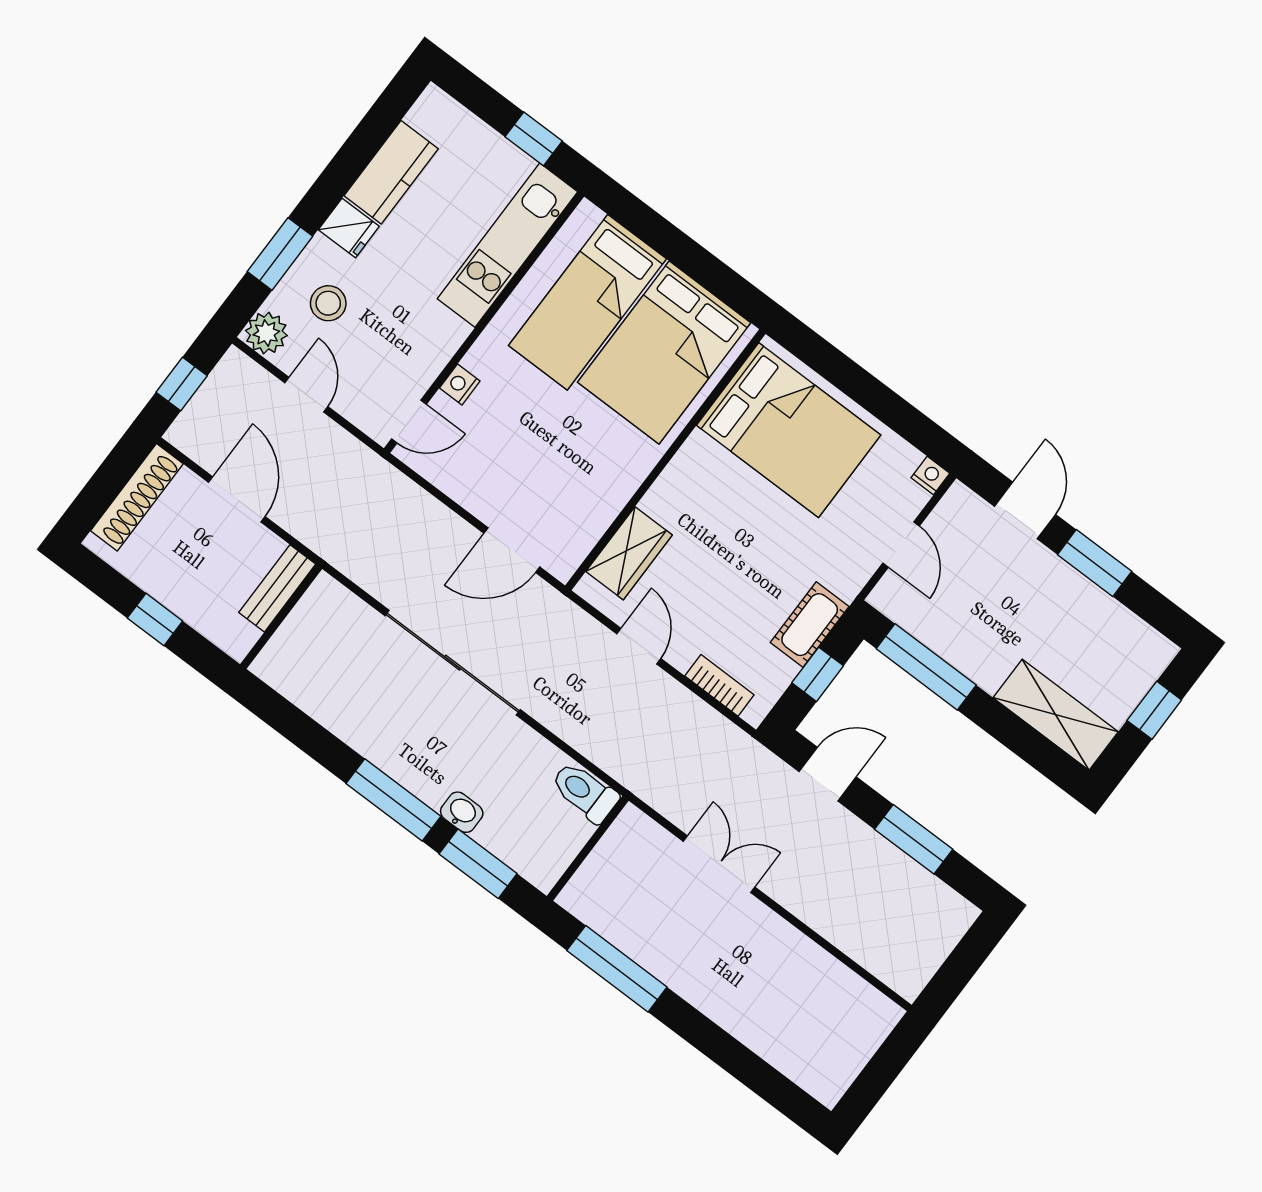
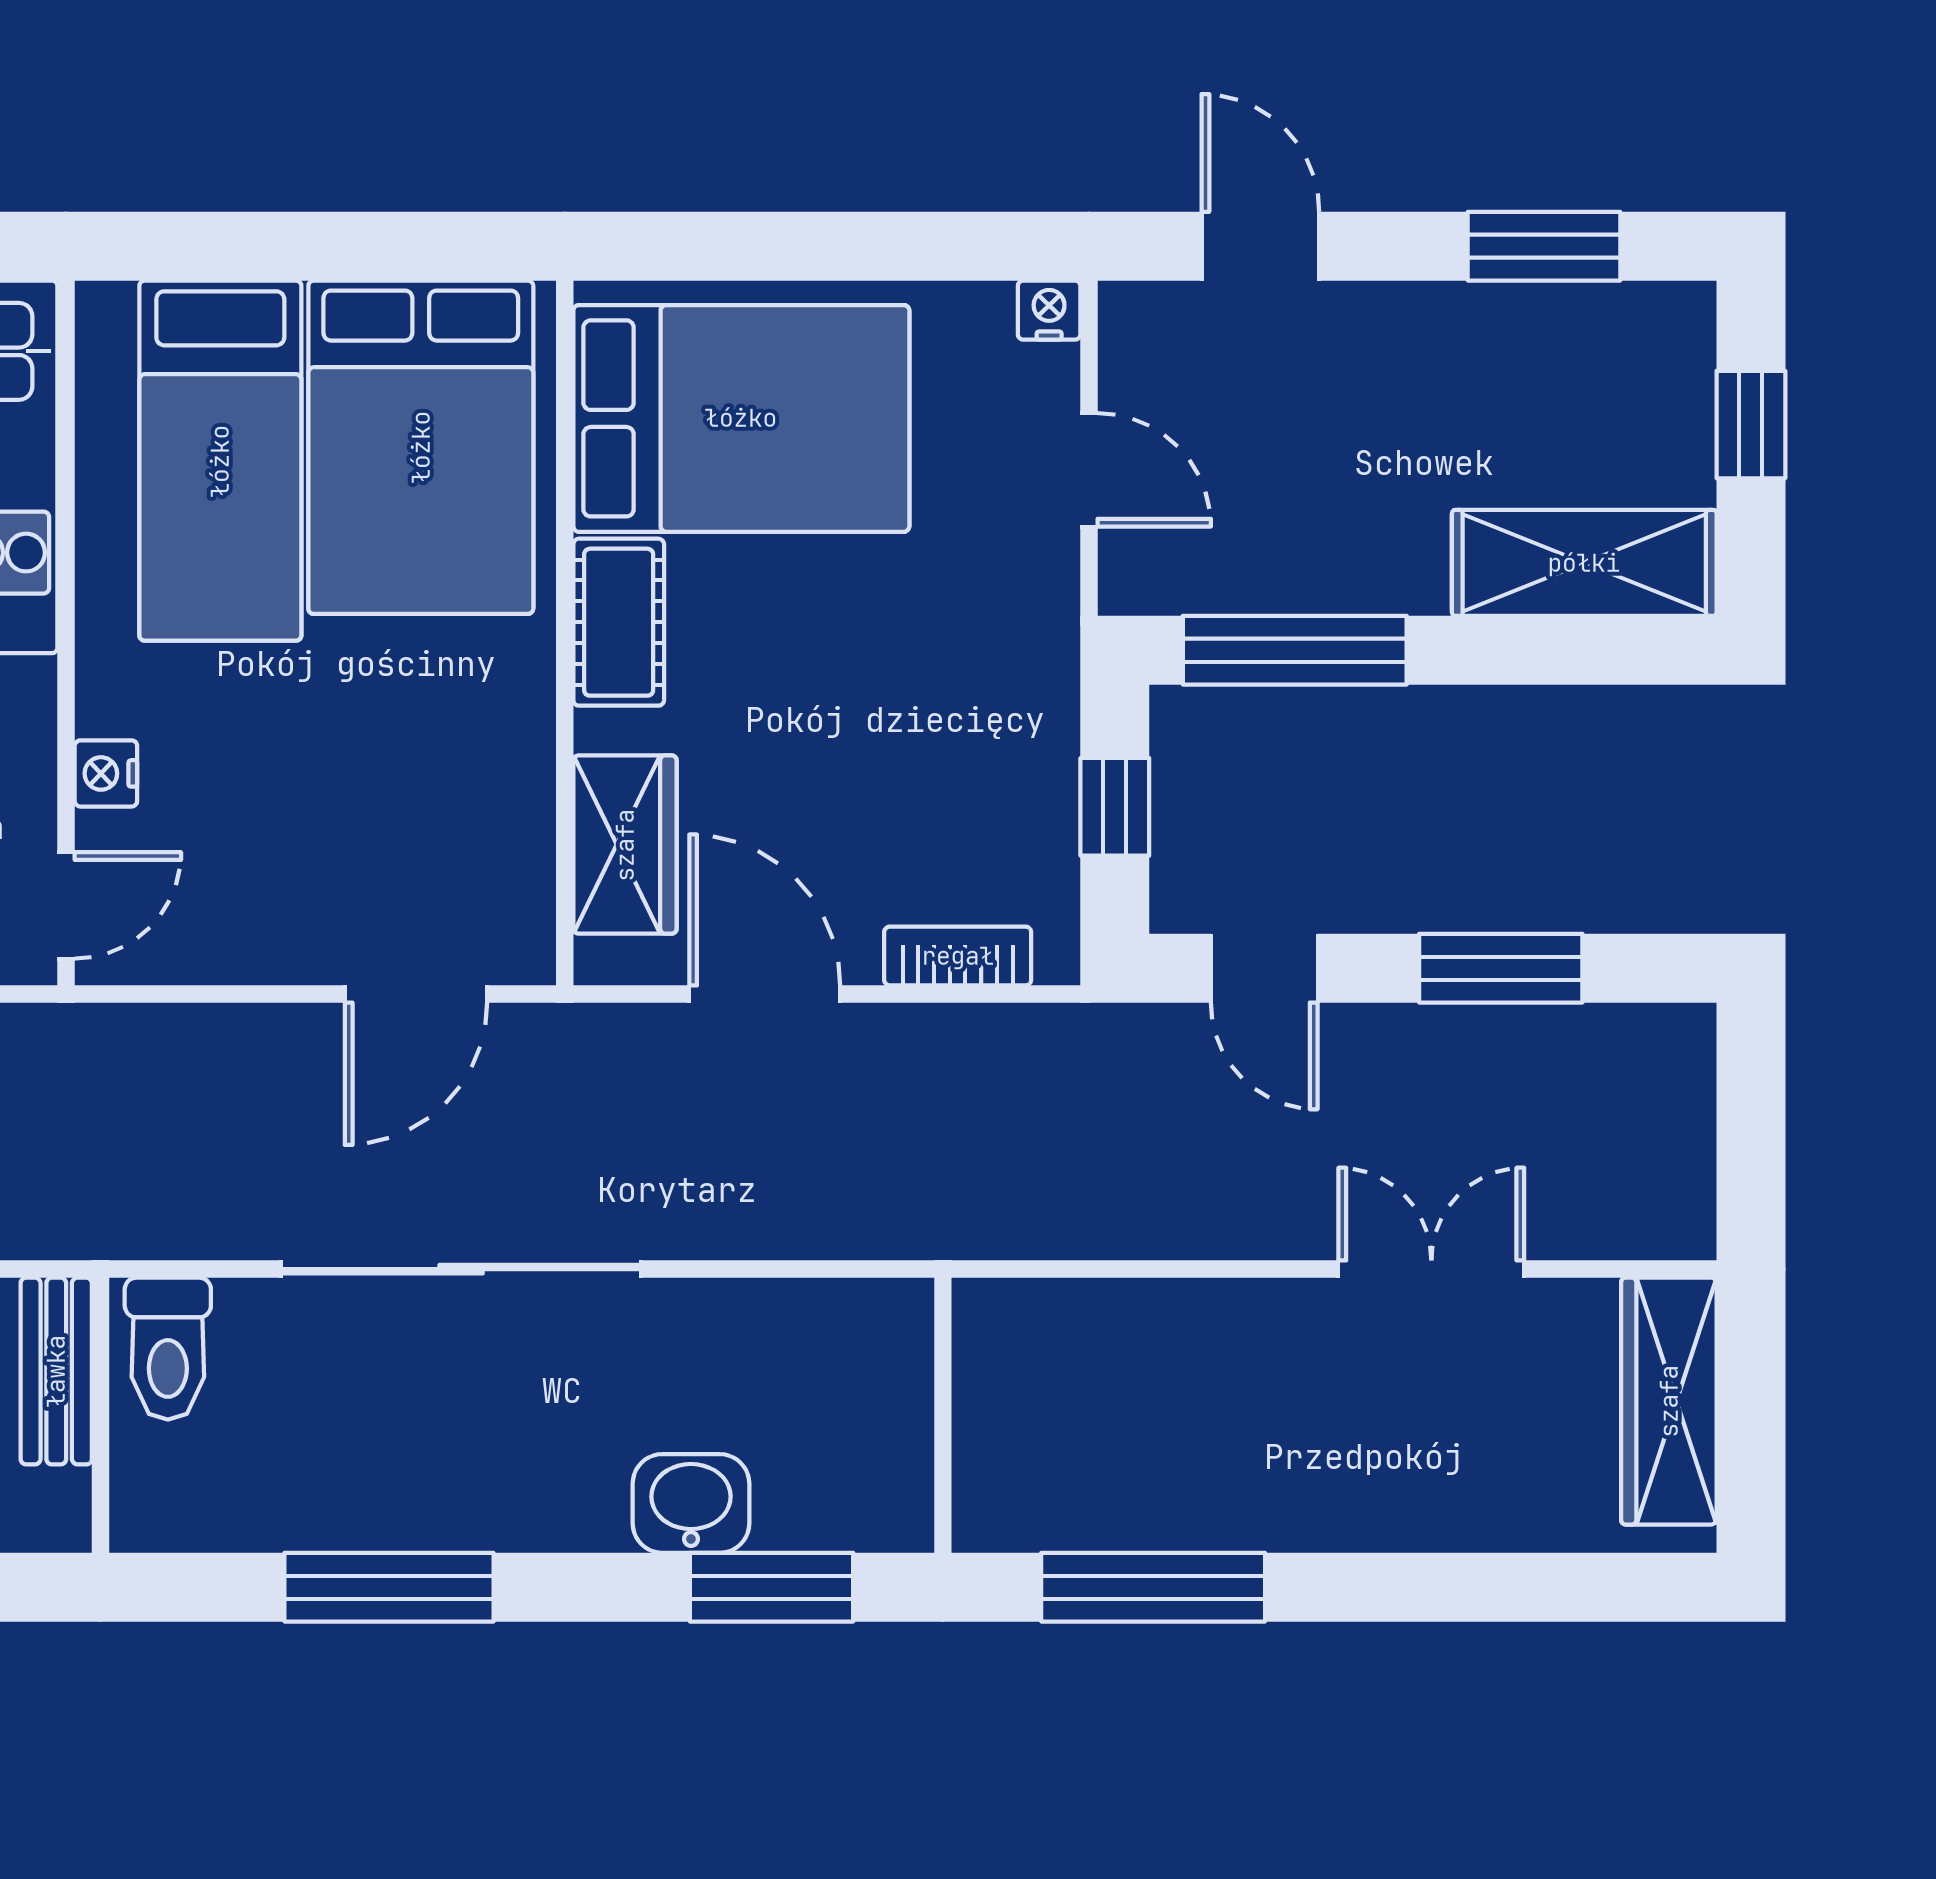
window: (1095, 563) -> (1544, 246), moved
cot: (810, 625) -> (619, 622), moved
door: (639, 646) -> (765, 994), width x1.38
door: (828, 774) -> (1264, 968), swing flipped
toilet: (585, 792) -> (168, 1349), moved, turned -90
window: (393, 800) -> (389, 1587), moved
washbasin: (462, 812) -> (691, 1503), width x1.38, depth x1.45
double door: (719, 864) -> (1431, 1269), moved
wardrobe: (856, 1043) -> (1669, 1401), added

